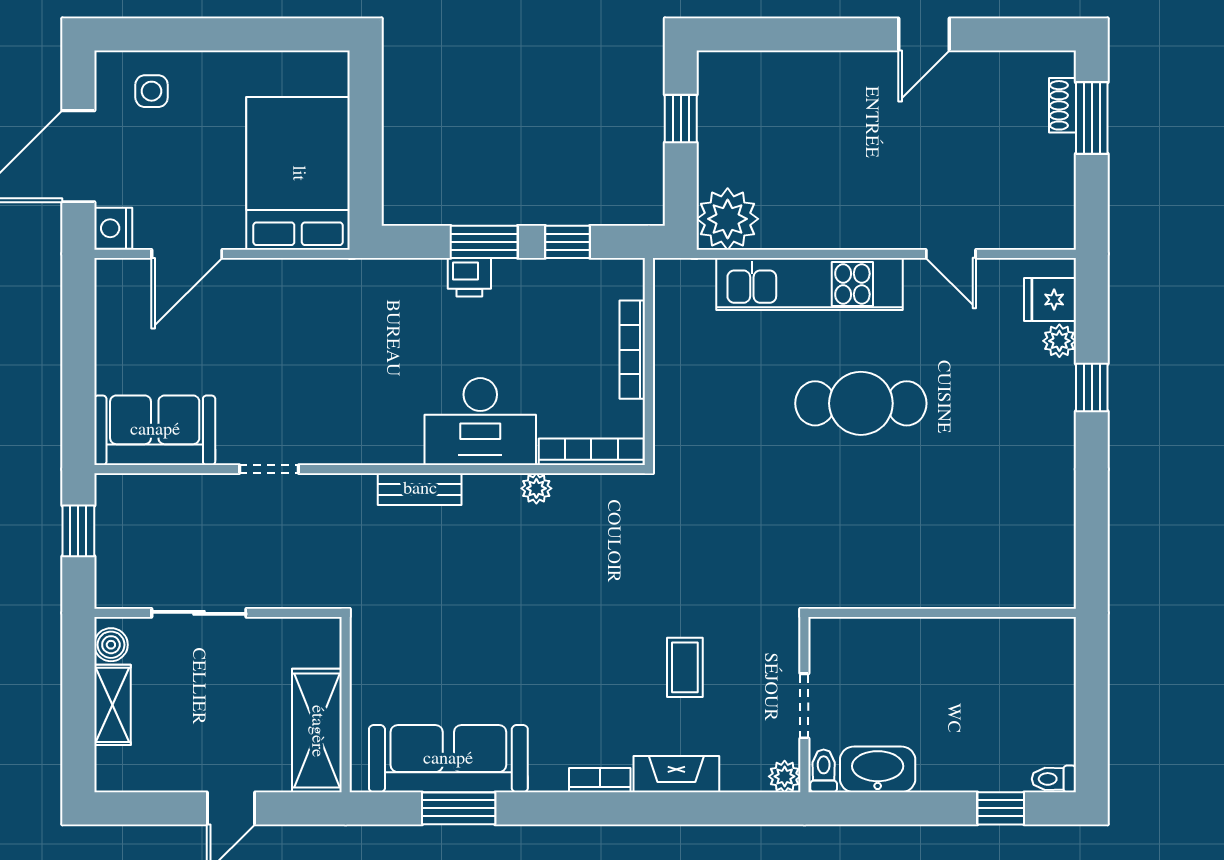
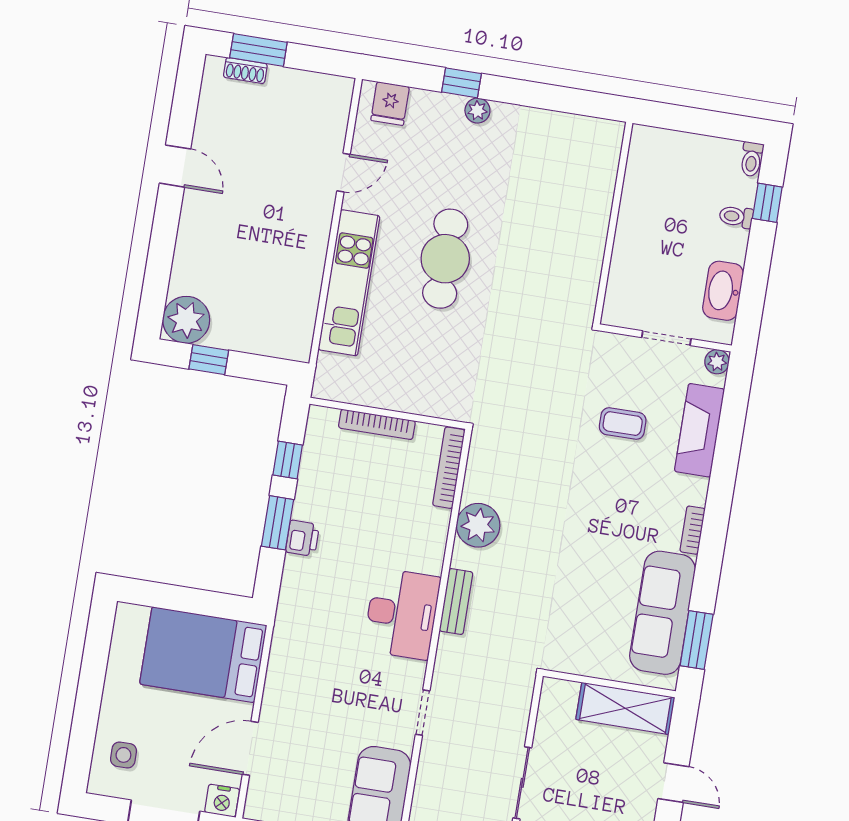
plant: (728, 219) -> (186, 320), moved
door: (187, 254) -> (250, 748), swing flipped
plant: (1059, 341) -> (477, 110), moved
desk: (480, 422) -> (402, 614), moved
plant: (536, 488) -> (478, 525), width x1.88, depth x1.88
toilet: (824, 771) -> (736, 217), moved
fireplace: (676, 774) -> (700, 430), width x1.37, depth x1.32
bookcase: (600, 780) -> (693, 530), moved
window: (459, 808) -> (697, 640), moved

